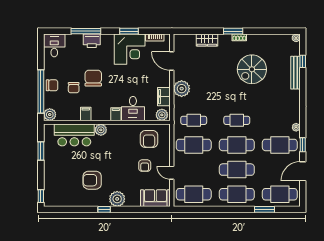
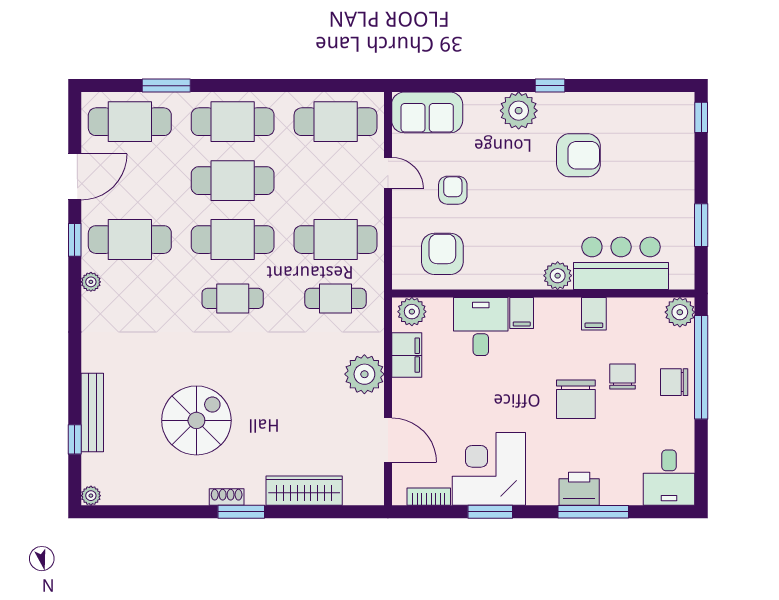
wardrobe: (207, 40) -> (304, 491), width x1.50

